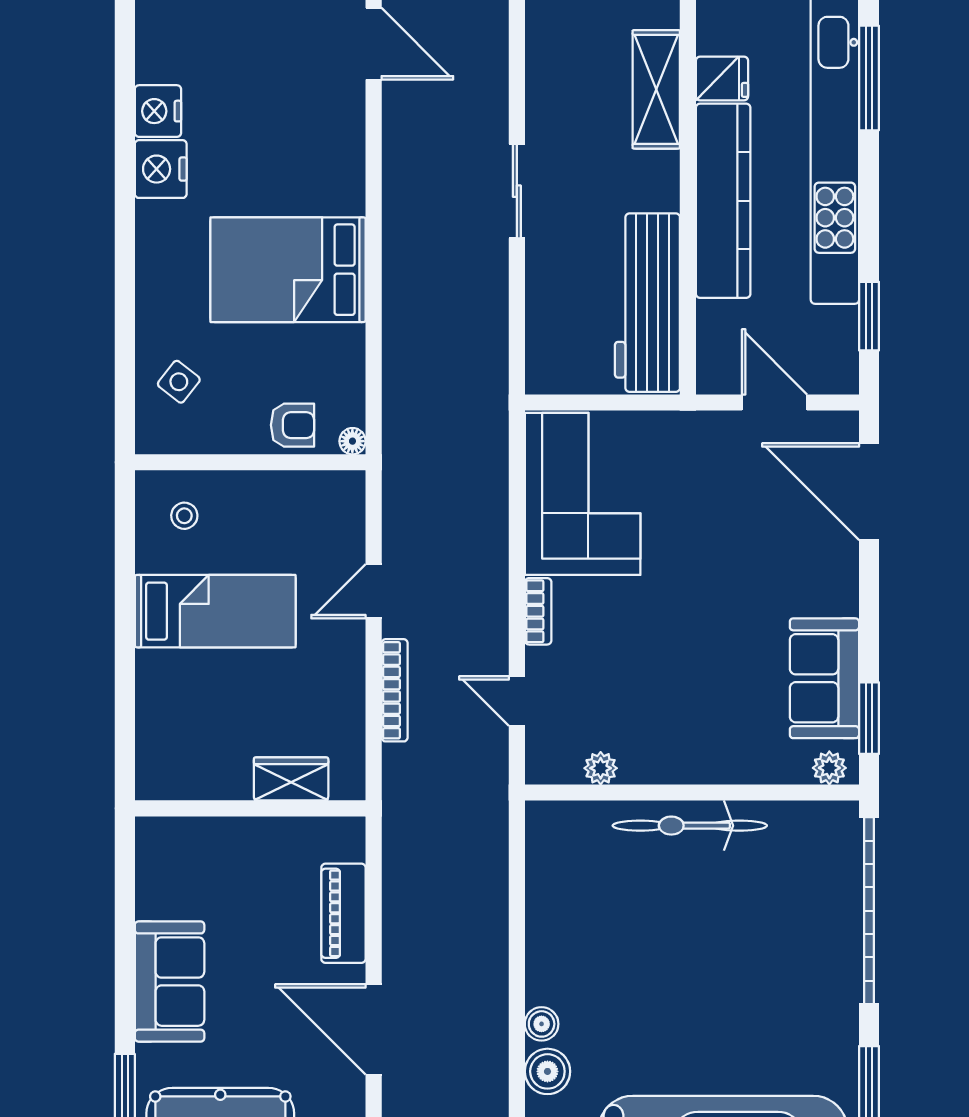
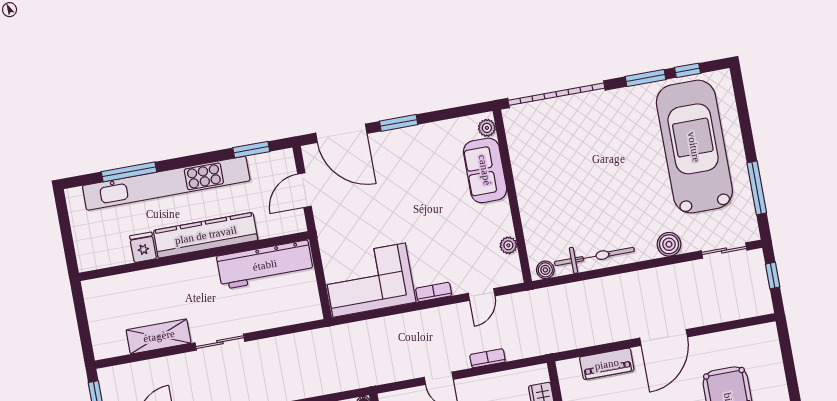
shelving: (656, 89) -> (159, 336), moved
door: (869, 492) -> (341, 133), hinge flipped
sofa: (824, 678) -> (485, 170), moved, turned 90
bookcase: (395, 690) -> (488, 358), width x0.64
window: (869, 718) -> (399, 123), moved
bicycle: (690, 826) -> (594, 257), moved, turned -90
boiler: (542, 1024) -> (545, 270), moved

